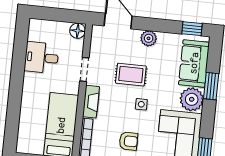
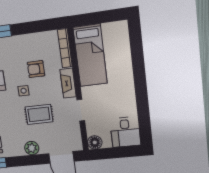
desk: (42, 58) -> (125, 132), moved, turned 90
armchair: (128, 141) -> (36, 69), moved

